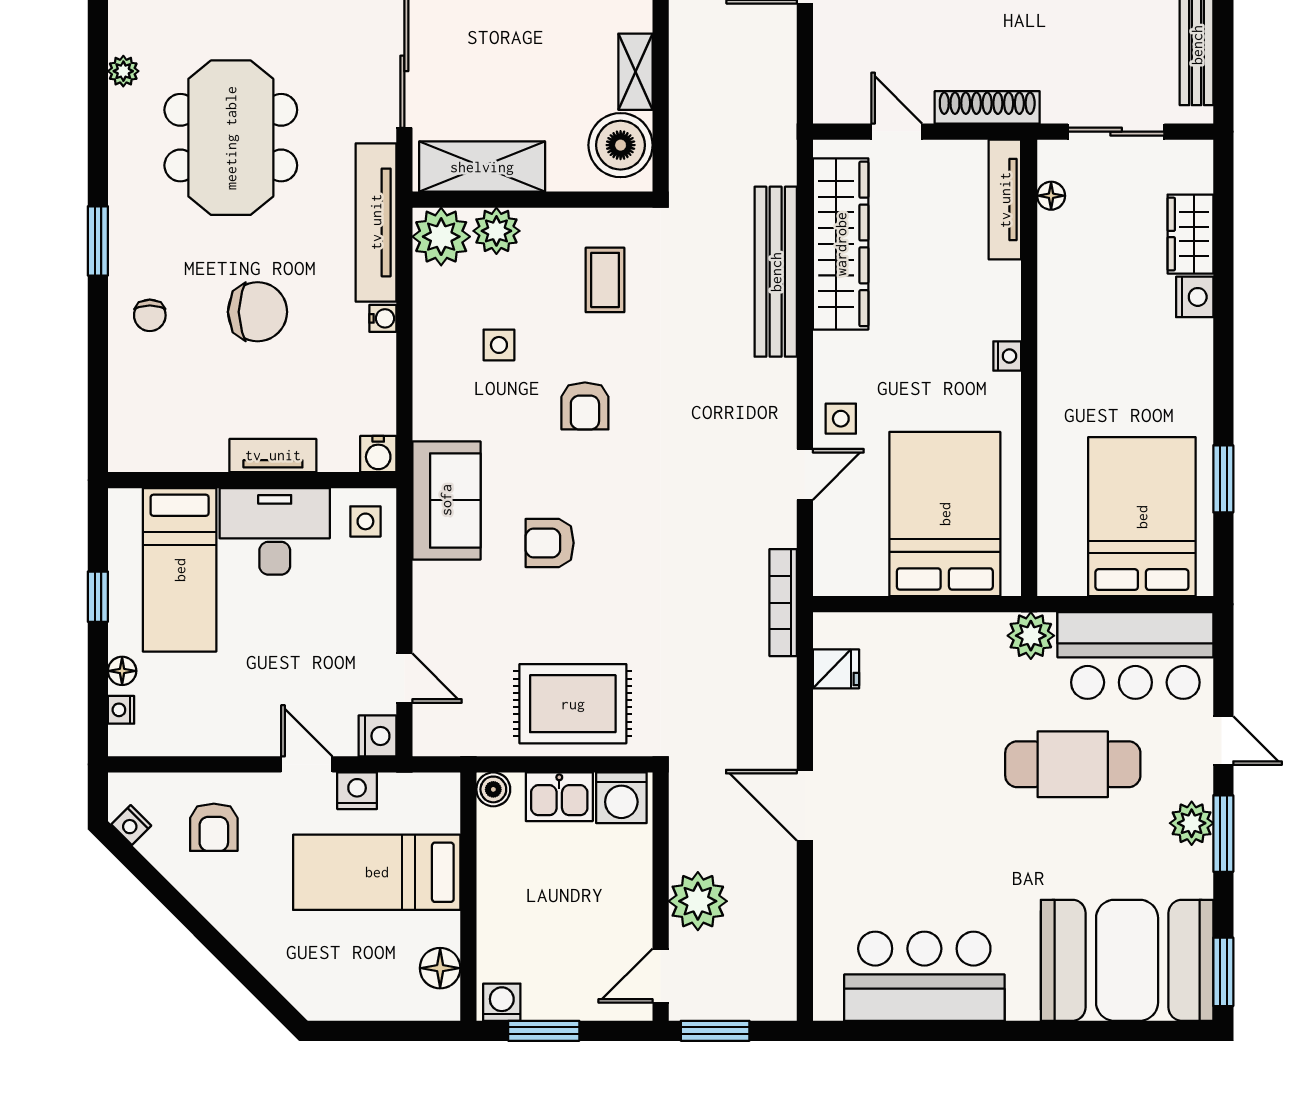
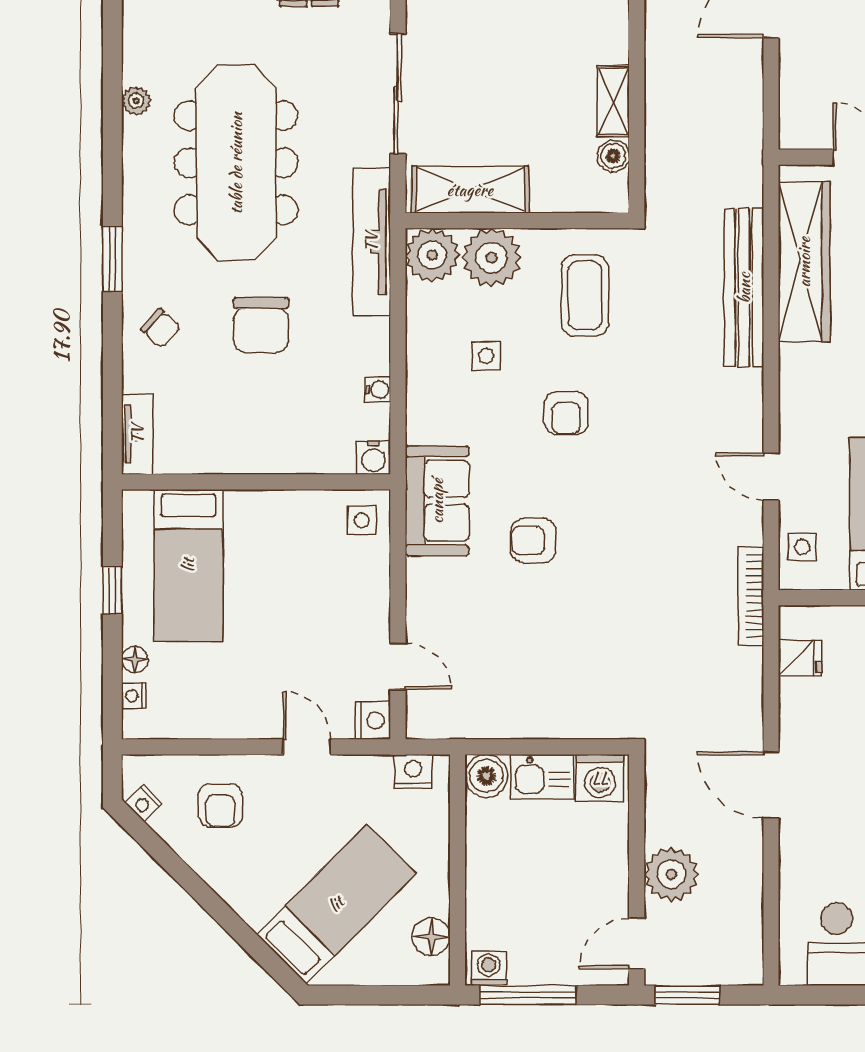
meeting table: (231, 138) -> (236, 163), width x1.36
boiler: (621, 145) -> (613, 156), width x0.54, depth x0.54
plant: (496, 231) -> (492, 258), width x1.36, depth x1.36
coffee table: (605, 280) -> (585, 295), width x1.36, depth x1.30
chair: (258, 312) -> (261, 325), turned 90
chair: (150, 315) -> (161, 328), turned -47
water cooler: (383, 318) -> (378, 390), moved
side table: (841, 419) -> (802, 547), moved
tv unit: (273, 455) -> (137, 434), moved, turned 90
door: (805, 474) -> (771, 477), swing flipped
desk: (275, 531) -> (277, 530), removed
rug: (573, 704) -> (555, 690), removed
boiler: (493, 789) -> (487, 776), width x1.36, depth x1.36
nightstand: (357, 791) -> (413, 771), moved
bed: (377, 872) -> (336, 904), moved, turned 135
window: (544, 1031) -> (528, 995), width x1.44

